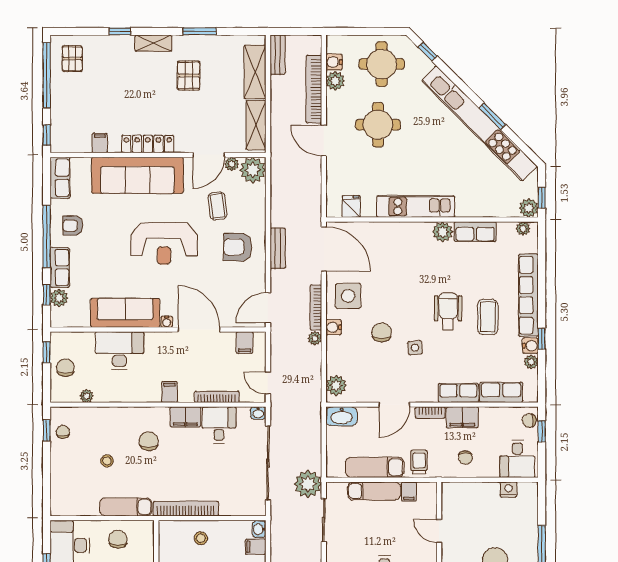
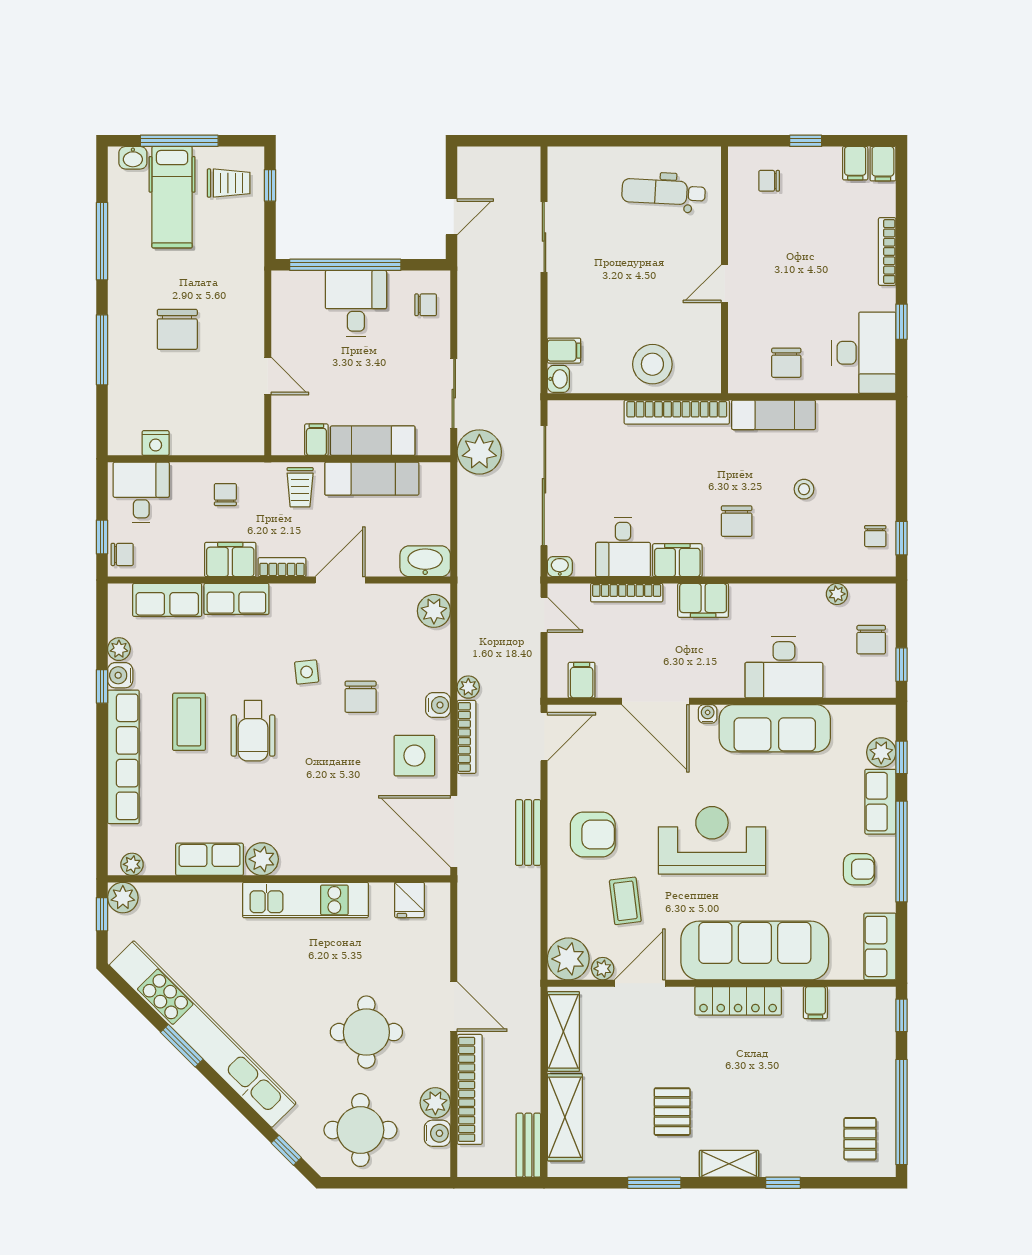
filing cabinet: (169, 392) -> (703, 600), width x2.00
stool: (201, 538) -> (652, 364), width x1.89, depth x1.89

